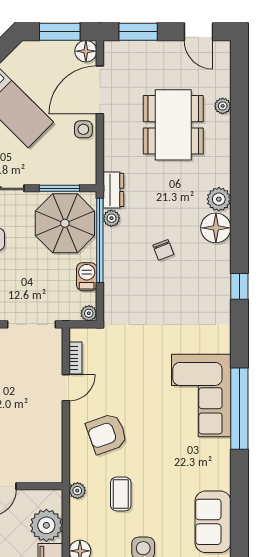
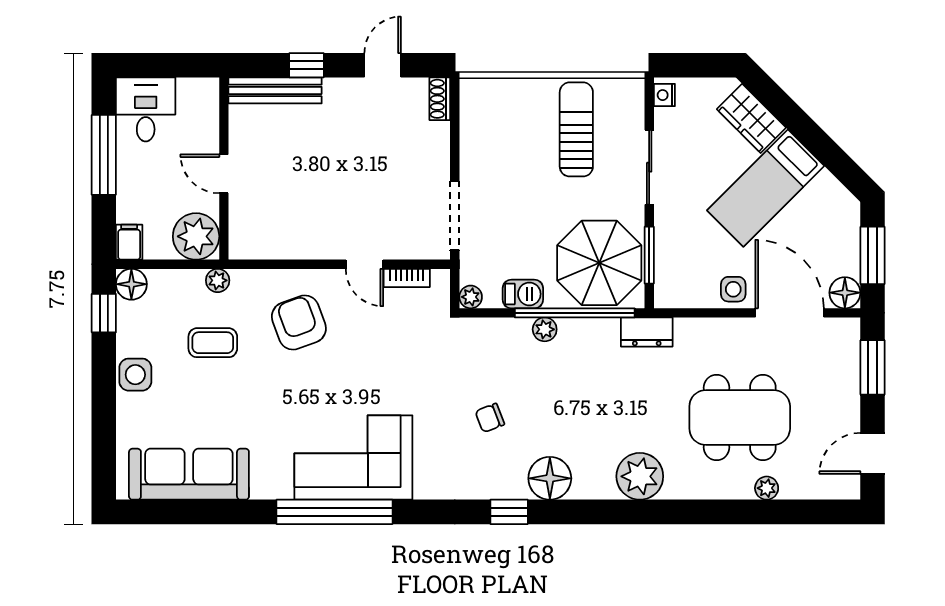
plant: (219, 199) -> (640, 476), width x1.36, depth x1.36
plant: (111, 218) -> (545, 329), moved
floor lamp: (216, 228) -> (550, 478), moved
chair: (163, 250) -> (490, 418), moved
sofa: (213, 522) -> (189, 474), width x1.36
plant: (46, 525) -> (196, 236), moved

